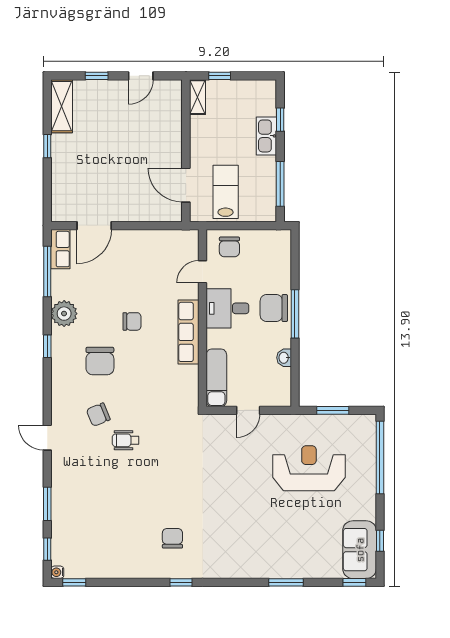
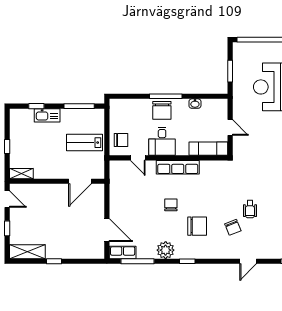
shelving: (198, 97) -> (21, 174), moved
wall: (186, 151) -> (57, 181), moved
door: (186, 185) -> (80, 181), moved

